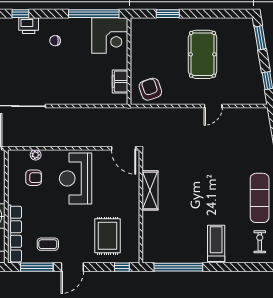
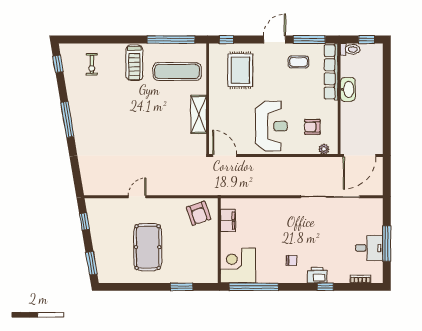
plant: (36, 155) -> (324, 149), moved
exercise mat: (260, 198) -> (177, 71), moved, turned 90

